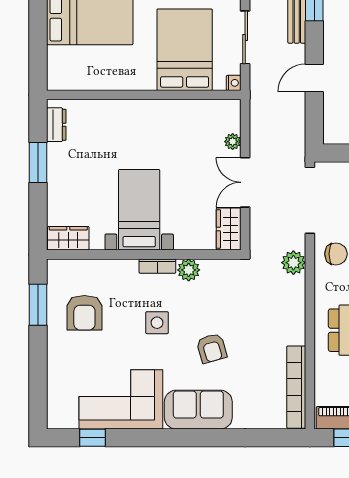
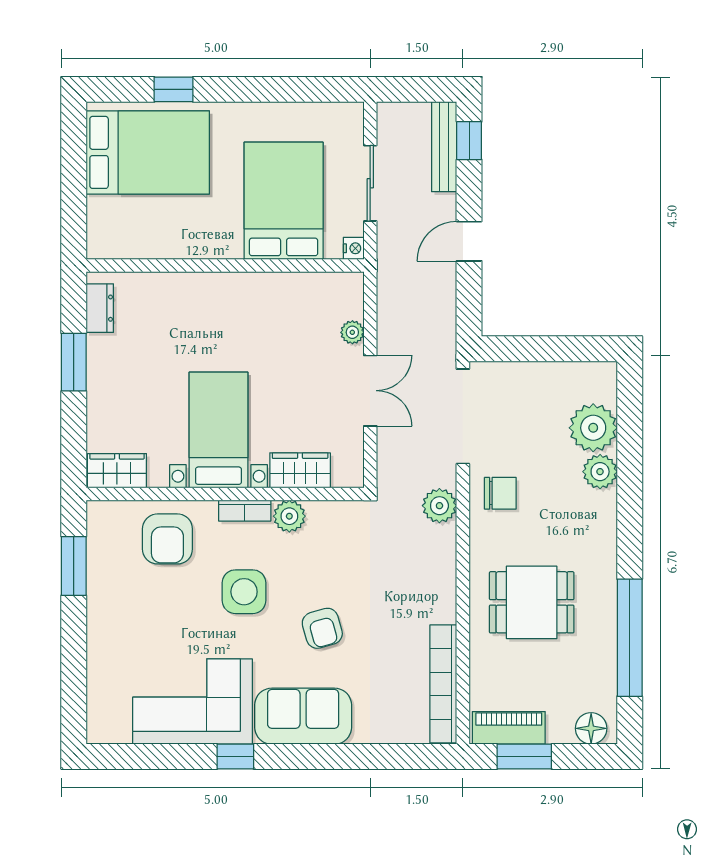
double door: (245, 182) -> (370, 391), swing flipped
wardrobe: (229, 229) -> (300, 470), moved, turned 90
armchair: (84, 313) -> (167, 539), moved
side table: (157, 323) -> (244, 592), width x1.37, depth x1.37
window: (92, 438) -> (235, 756), moved

